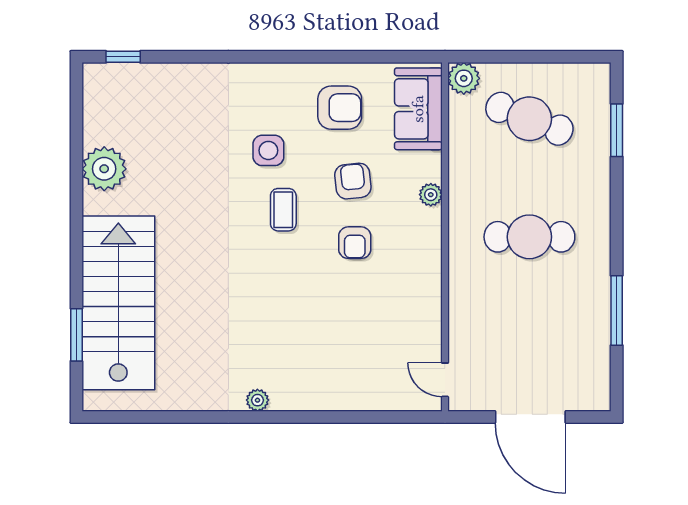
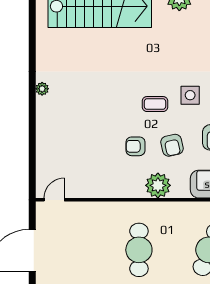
armchair: (353, 181) -> (172, 145), turned 83
plant: (431, 195) -> (158, 185), width x1.87, depth x1.87

